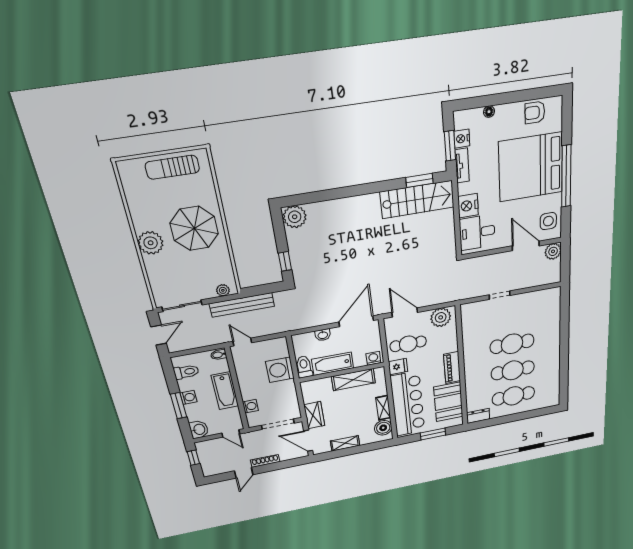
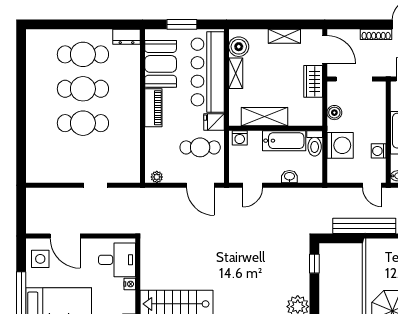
nightstand: (468, 206) -> (130, 284), width x0.53, depth x0.56
plant: (553, 251) -> (35, 225), removed
plant: (223, 290) -> (379, 245), removed
plant: (441, 317) -> (157, 177), width x0.53, depth x0.53
door: (356, 321) -> (253, 185), width x0.53
boiler: (290, 395) -> (334, 113), added
washing machine: (250, 406) -> (379, 151), moved

